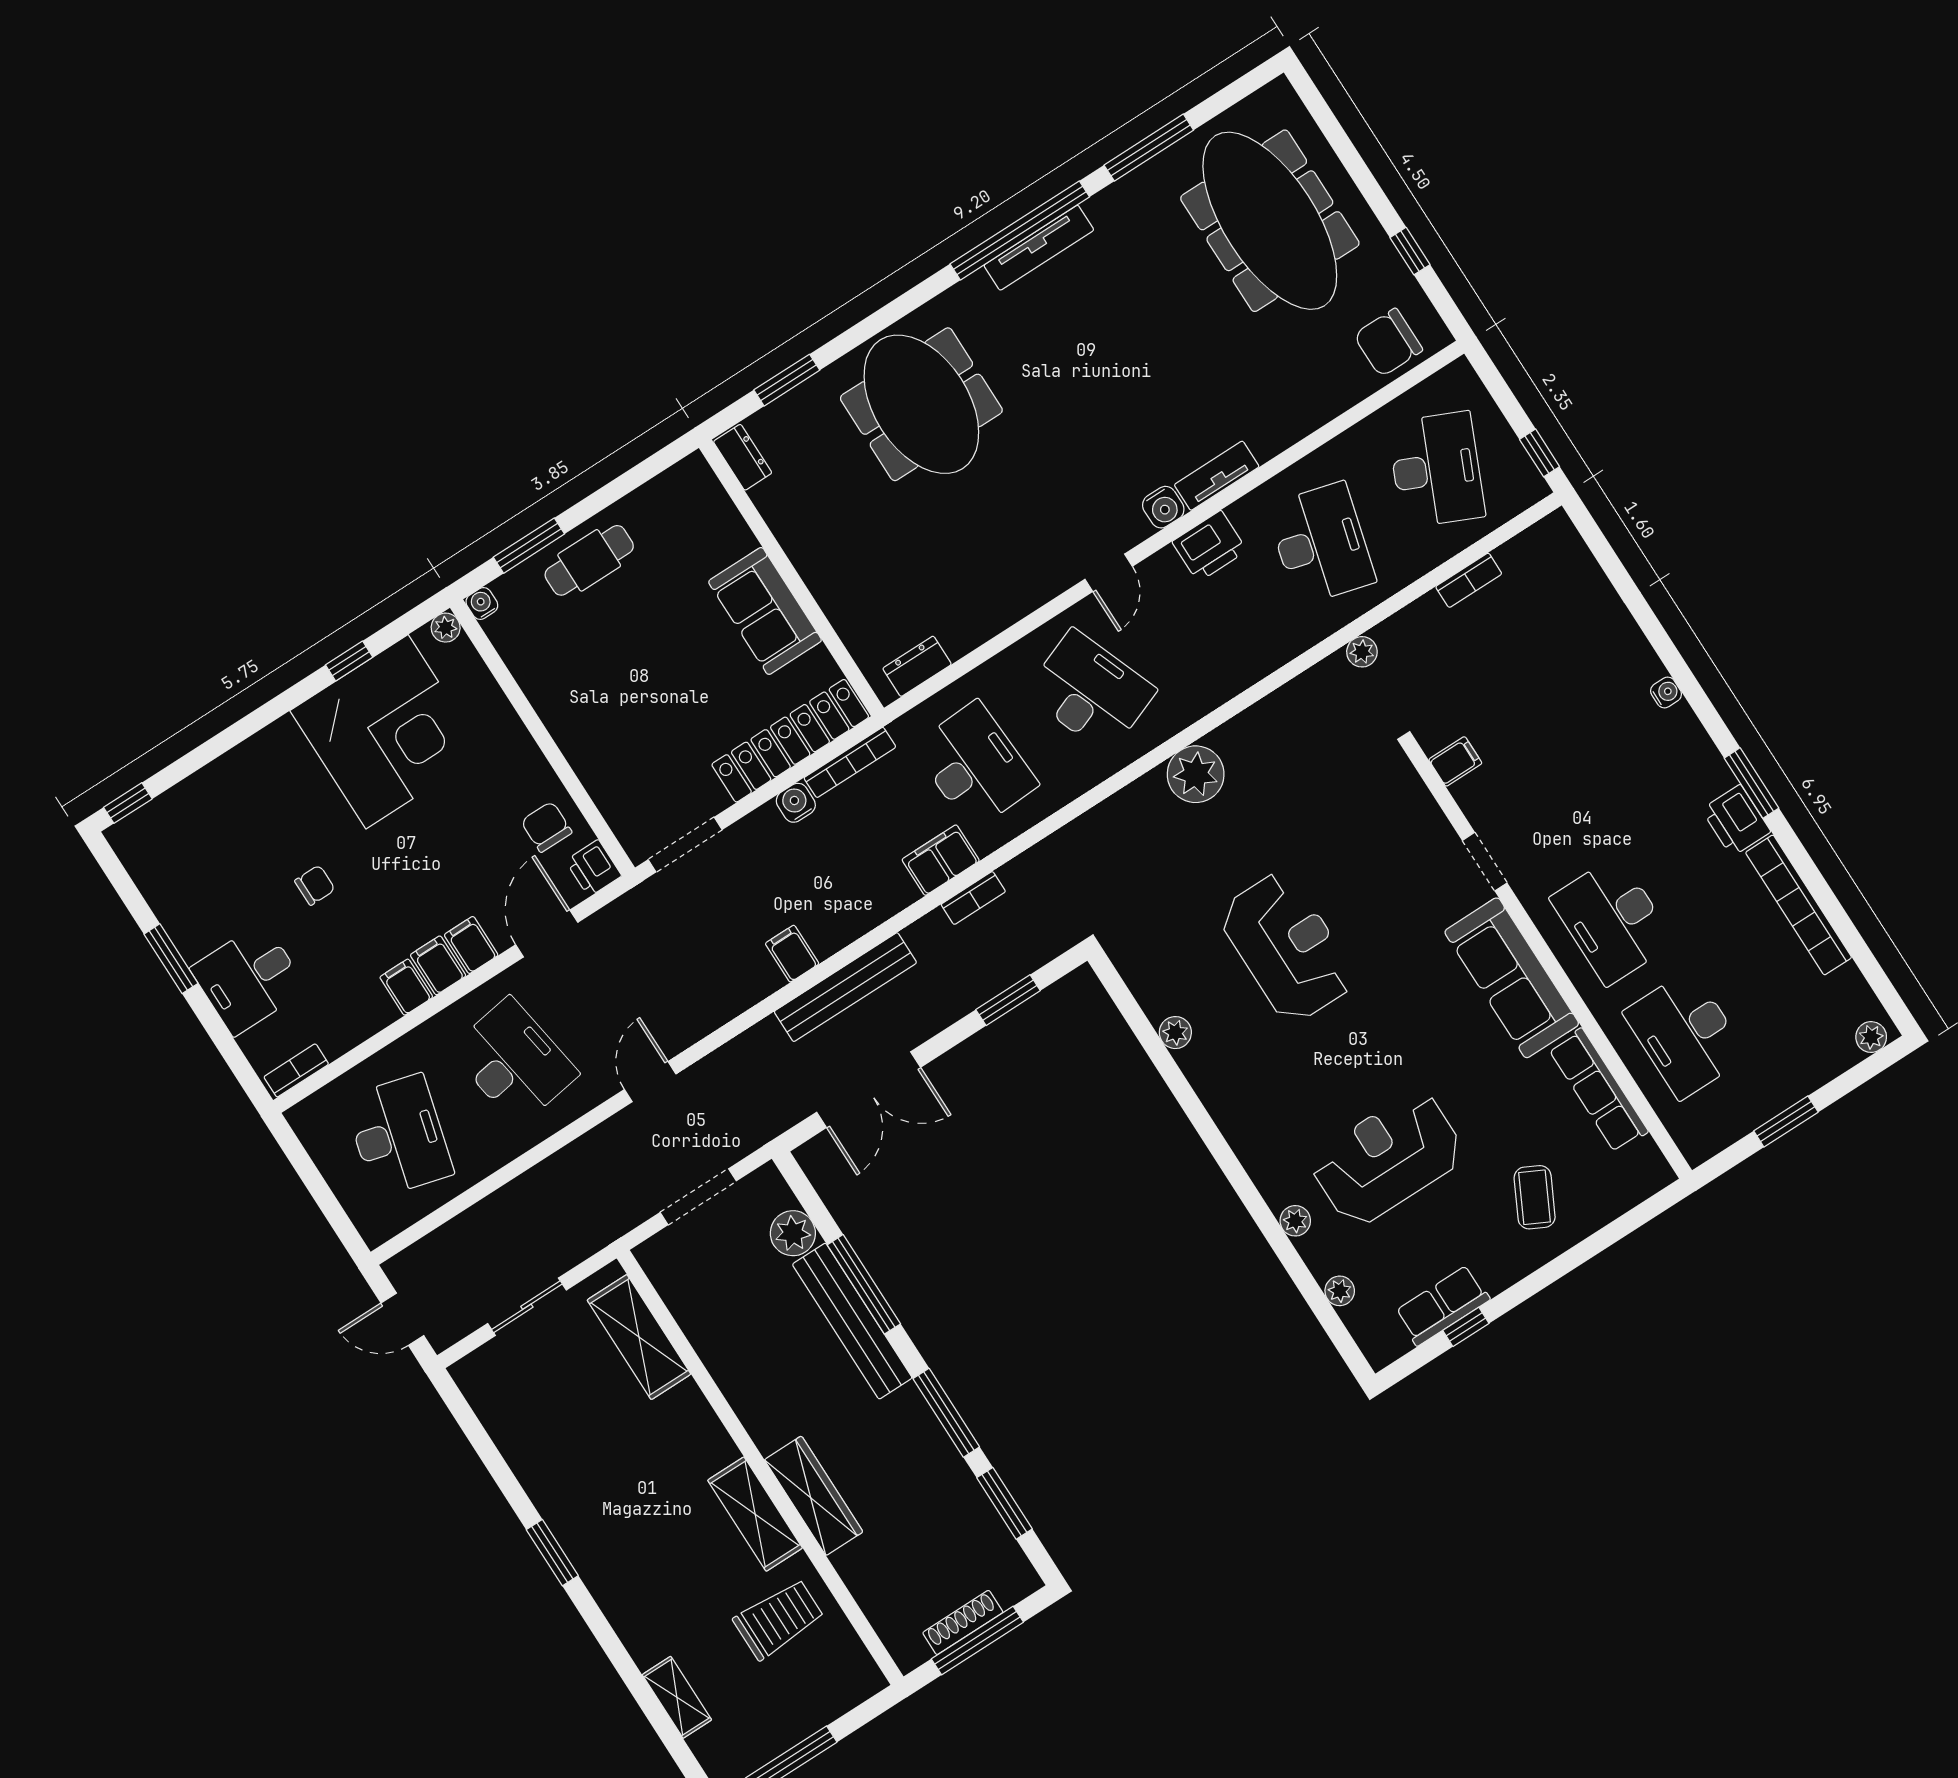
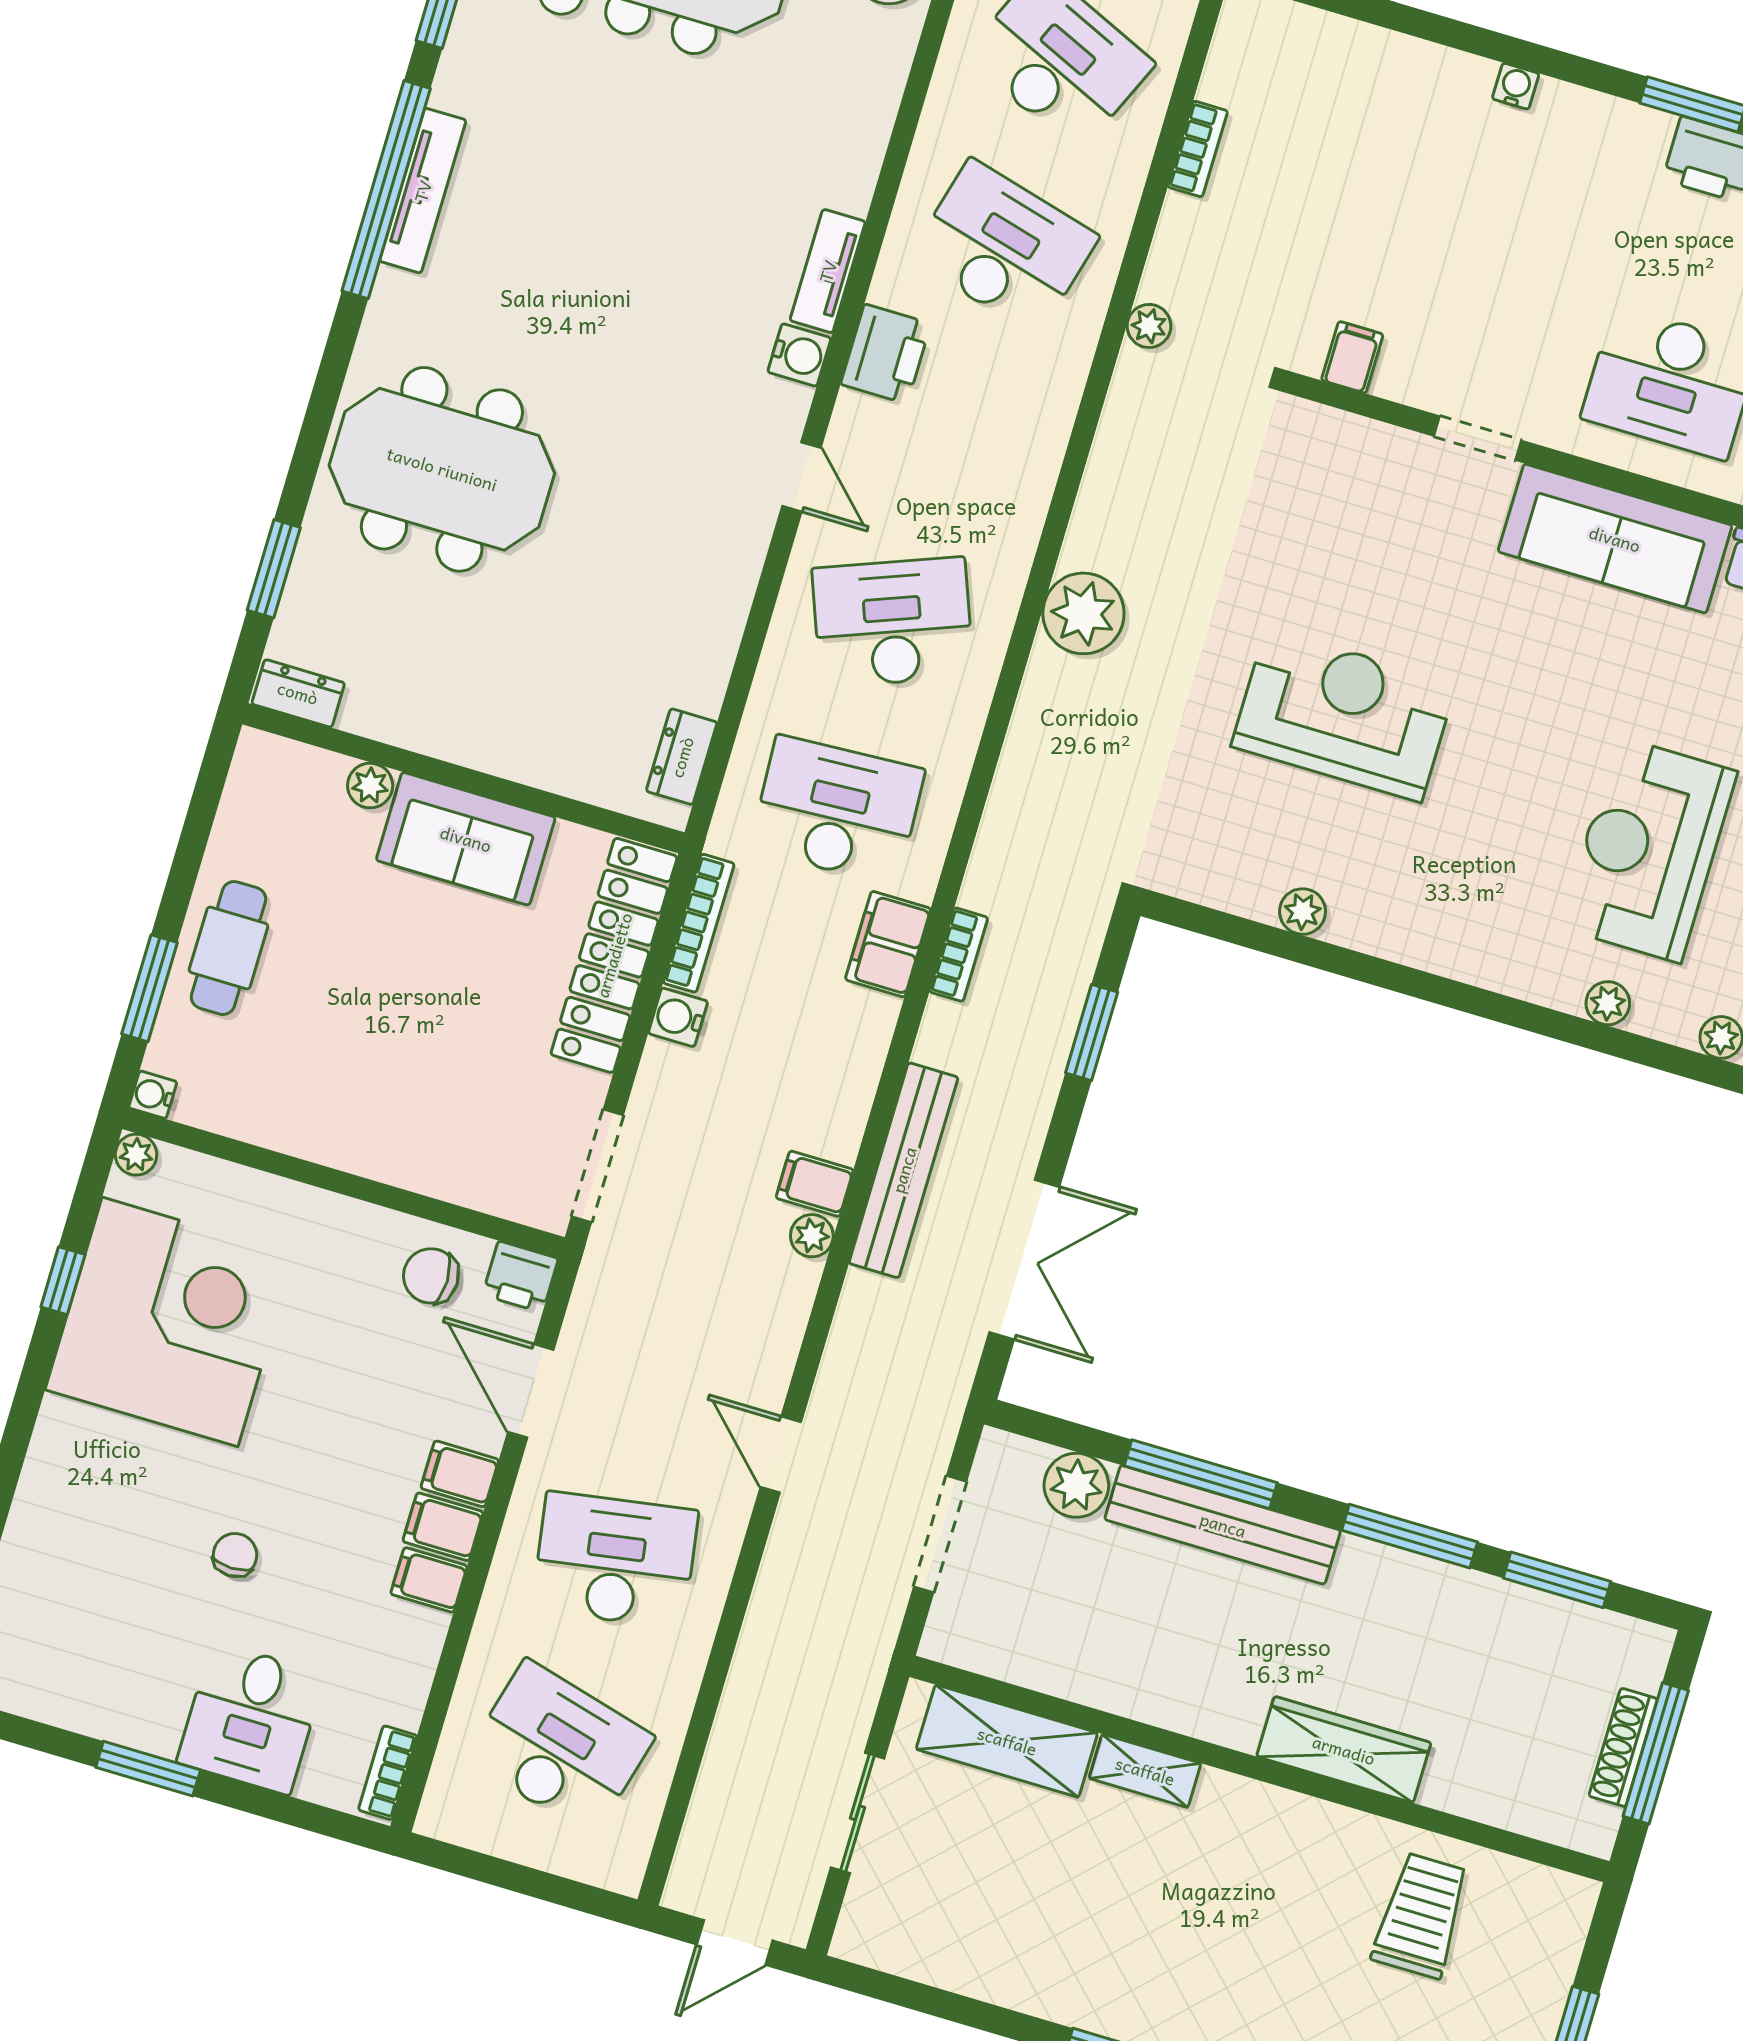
plant: (739, 539) -> (370, 786), added
plant: (767, 980) -> (812, 1236), added
shelving: (755, 1514) -> (1145, 1771), moved, width x0.67, depth x0.75

